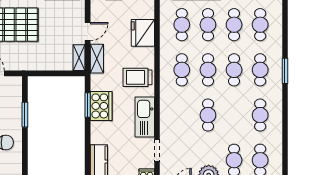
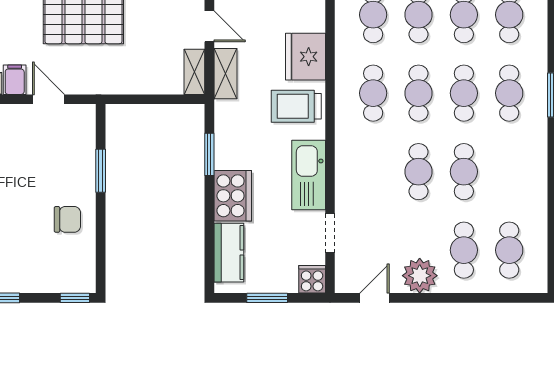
door: (88, 31) -> (209, 26), hinge flipped
fridge: (143, 33) -> (305, 57), moved
cooker: (101, 106) -> (233, 196), moved
cafe table: (260, 115) -> (464, 172), moved

